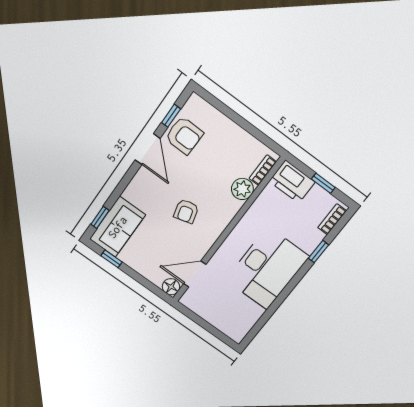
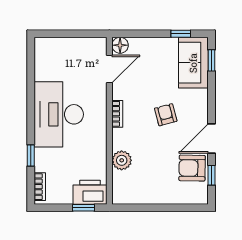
door: (148, 149) -> (212, 139), hinge flipped
bookcase: (263, 170) -> (117, 114), moved
window: (323, 183) -> (84, 208), moved
armchair: (186, 211) -> (166, 115), moved

